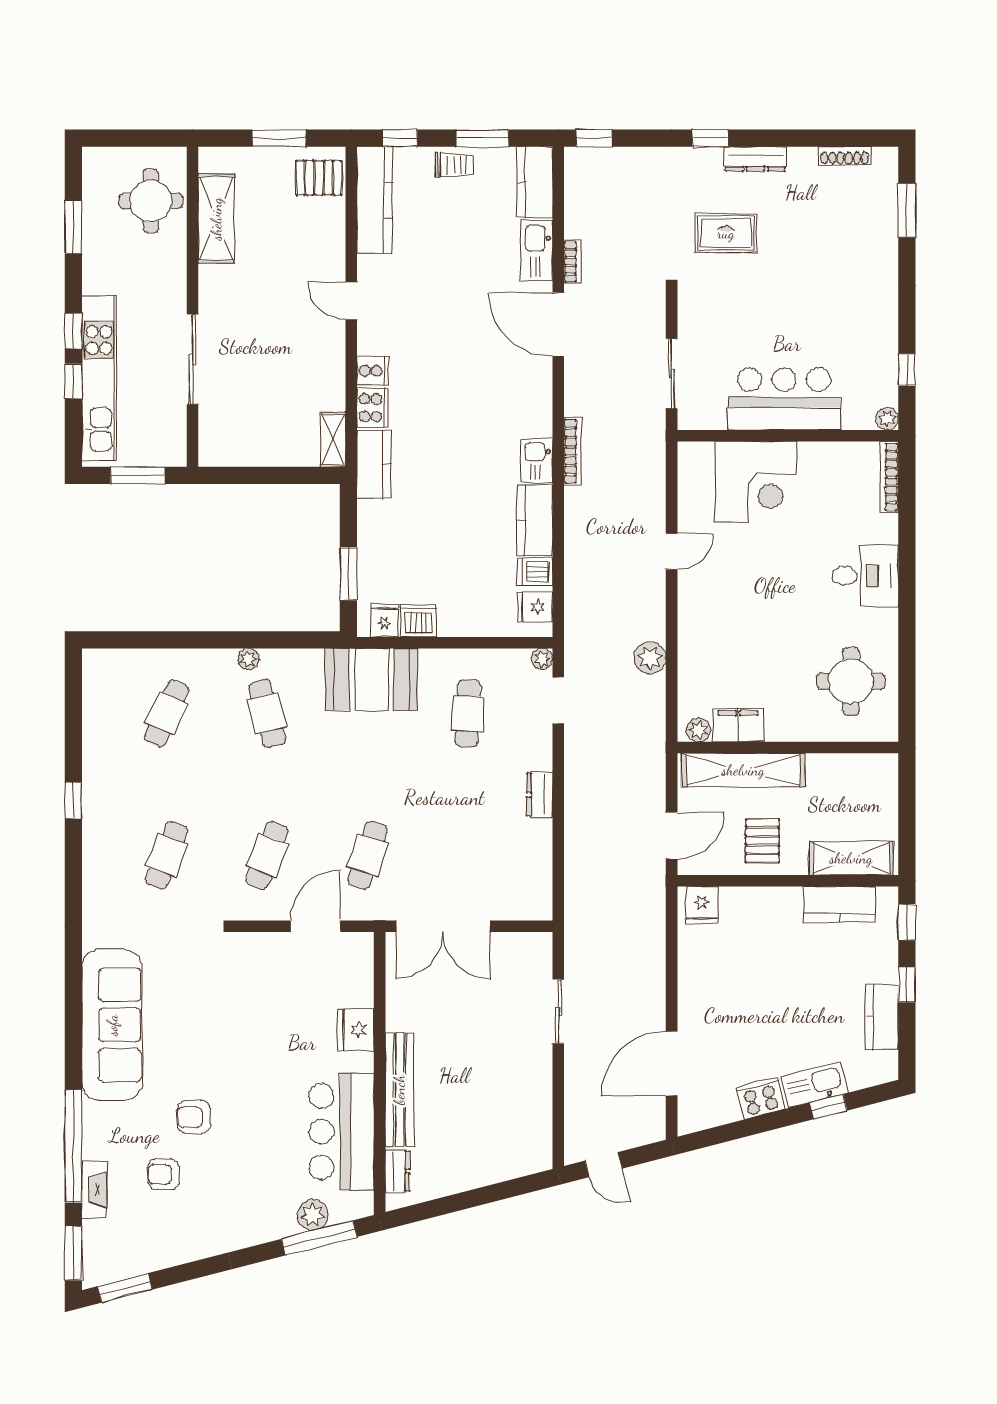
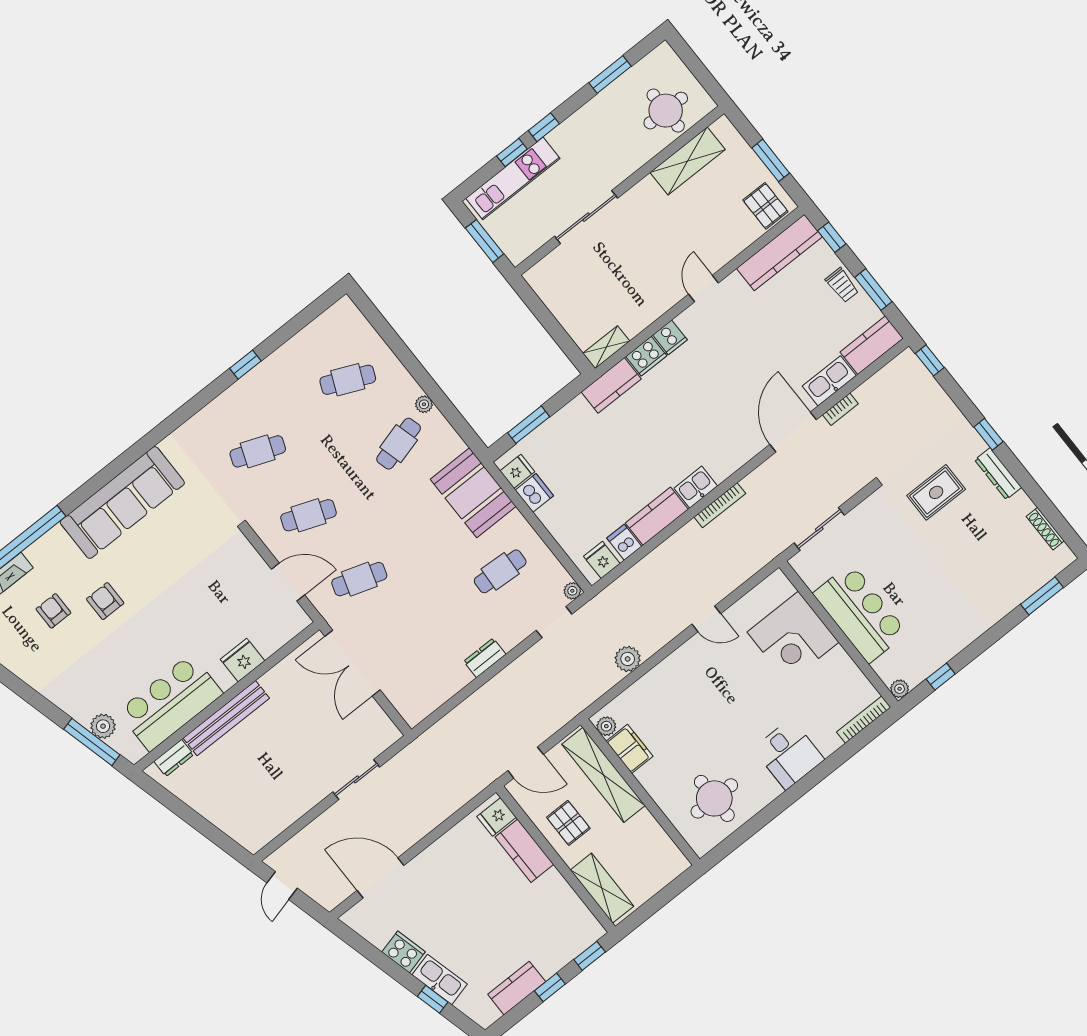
rug: (726, 233) -> (936, 492), turned 90
kitchen unit: (99, 378) -> (513, 178), width x0.73
pallet: (762, 841) -> (568, 823), turned 90
kitchen counter: (839, 904) -> (524, 851), moved

